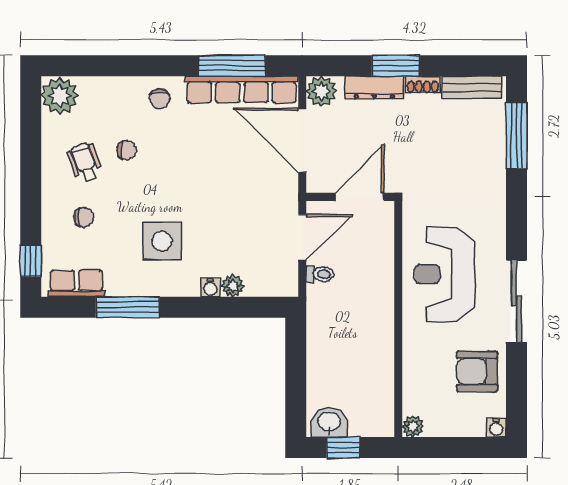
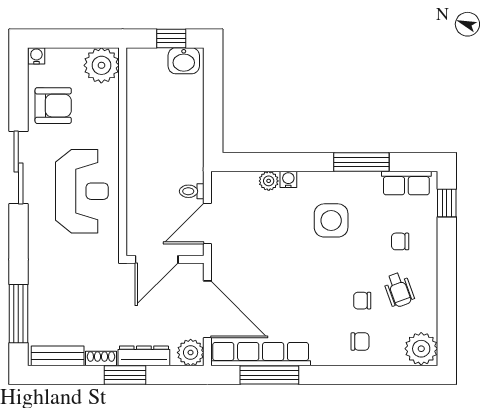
chair: (160, 99) -> (360, 342), moved, turned 90
plant: (413, 426) -> (101, 65), width x1.87, depth x1.87

